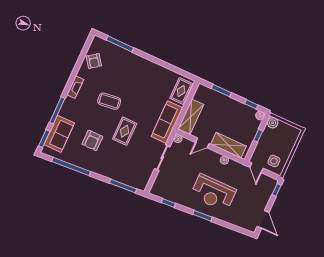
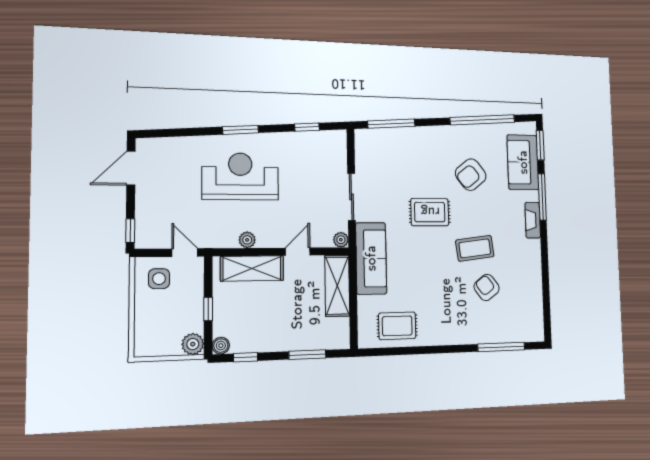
armchair: (94, 61) -> (487, 287), moved
fireplace: (75, 87) -> (533, 220), moved
rug: (181, 91) -> (397, 326), moved, turned 90
rug: (125, 131) -> (430, 212), turned 90
armchair: (92, 140) -> (471, 175), turned -128
door: (263, 219) -> (131, 168), hinge flipped

